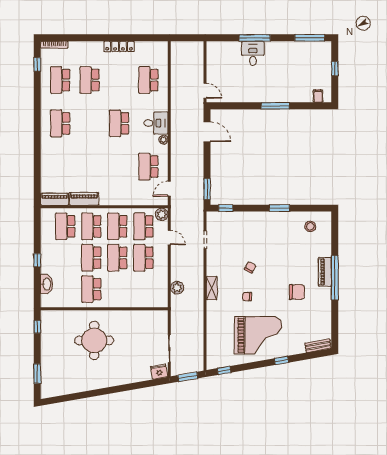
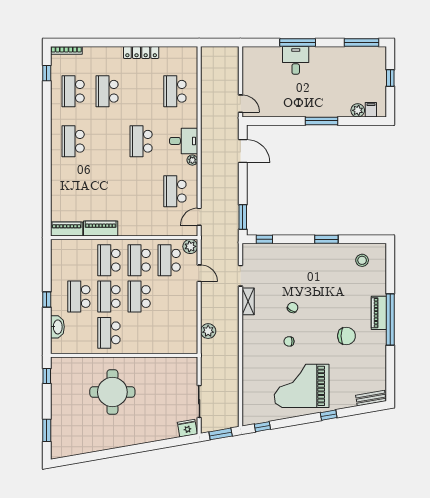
plant: (307, 97) -> (358, 110), added
school desk: (65, 226) -> (79, 297), moved
school desk: (143, 258) -> (169, 297), removed
shelving: (212, 288) -> (248, 301), moved
grand piano: (258, 335) -> (302, 386), turned 180

